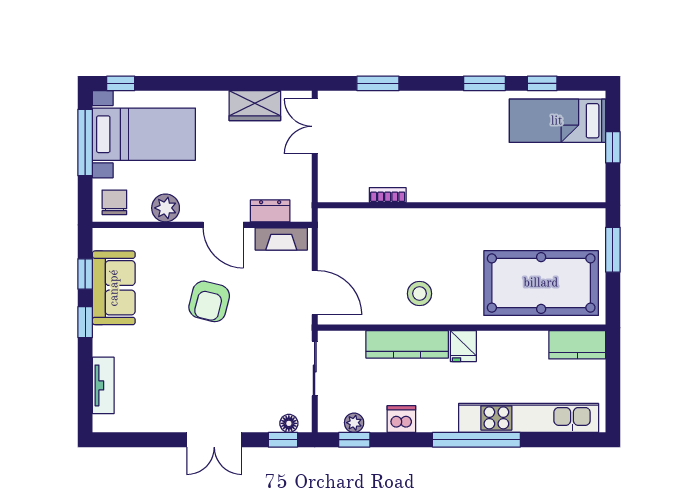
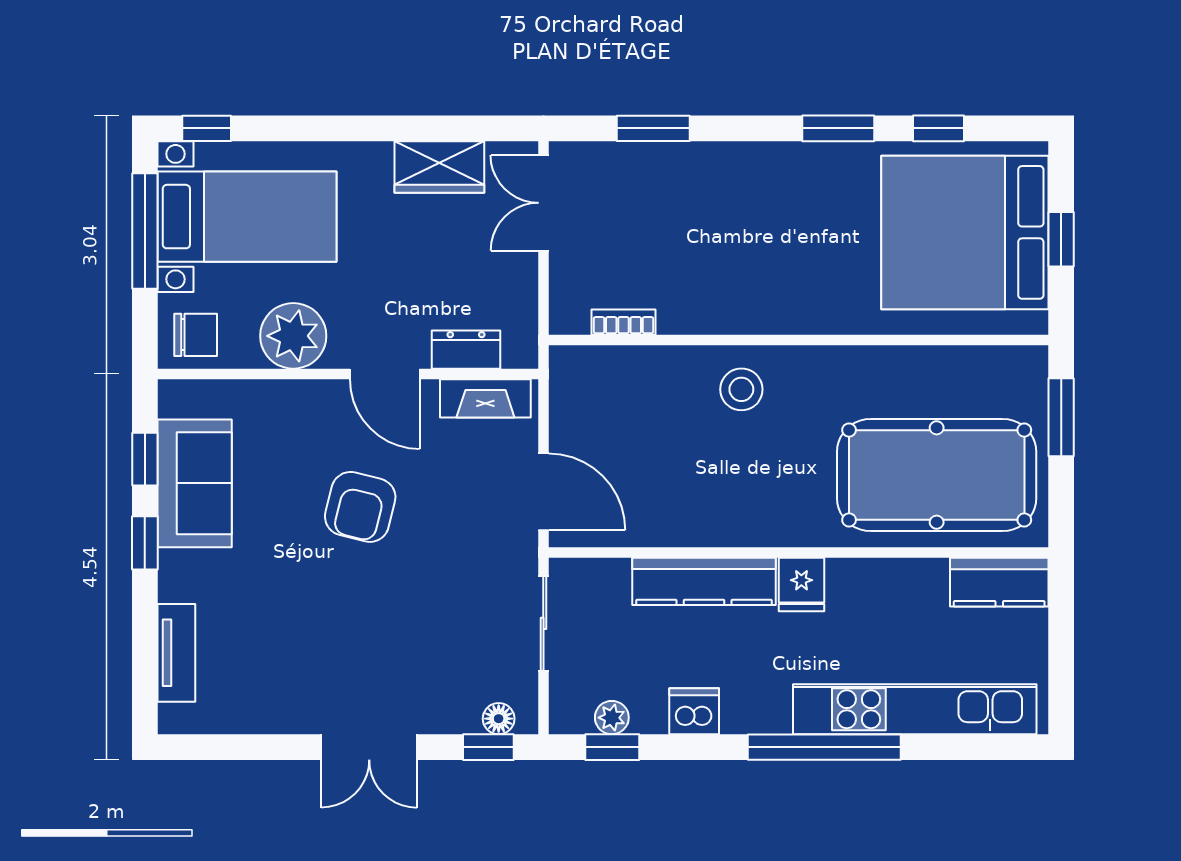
bed: (557, 121) -> (965, 232), width x2.04
bookcase: (388, 195) -> (623, 322), moved
chair: (114, 202) -> (196, 335), turned 90
plant: (166, 208) -> (293, 336), width x1.36, depth x1.36
stool: (420, 294) -> (741, 389), moved

